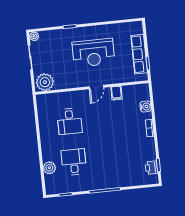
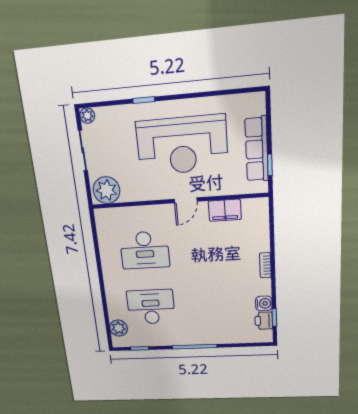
reception desk: (93, 53) -> (182, 145), width x1.36, depth x1.30
filing cabinet: (116, 93) -> (225, 210), width x2.00
water cooler: (146, 107) -> (264, 303), moved
desk: (70, 121) -> (145, 250), width x1.37
desk: (74, 162) -> (151, 307), width x1.37
plant: (49, 168) -> (119, 328), moved

